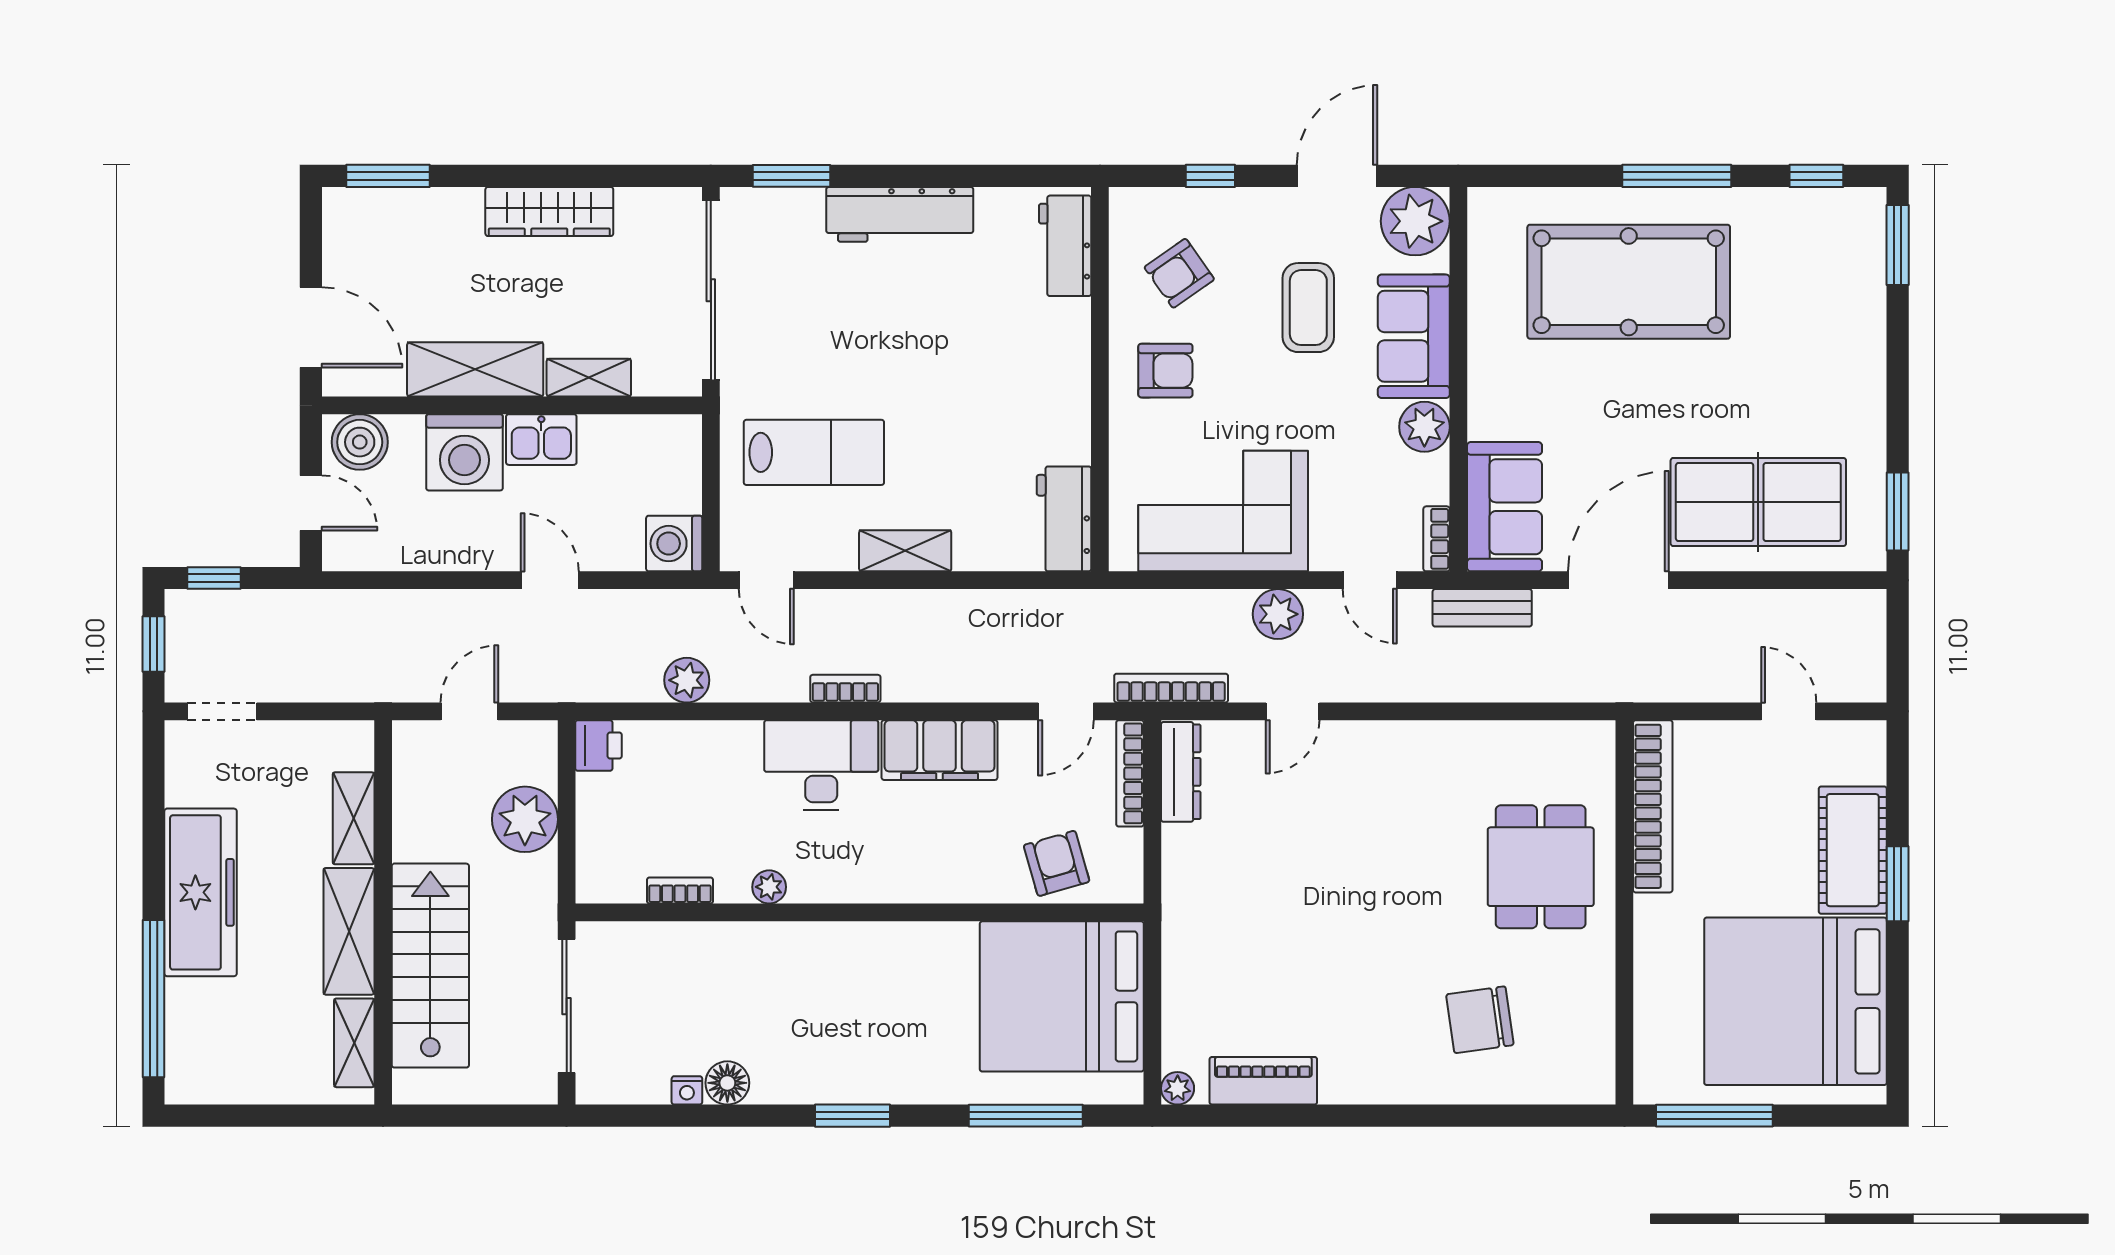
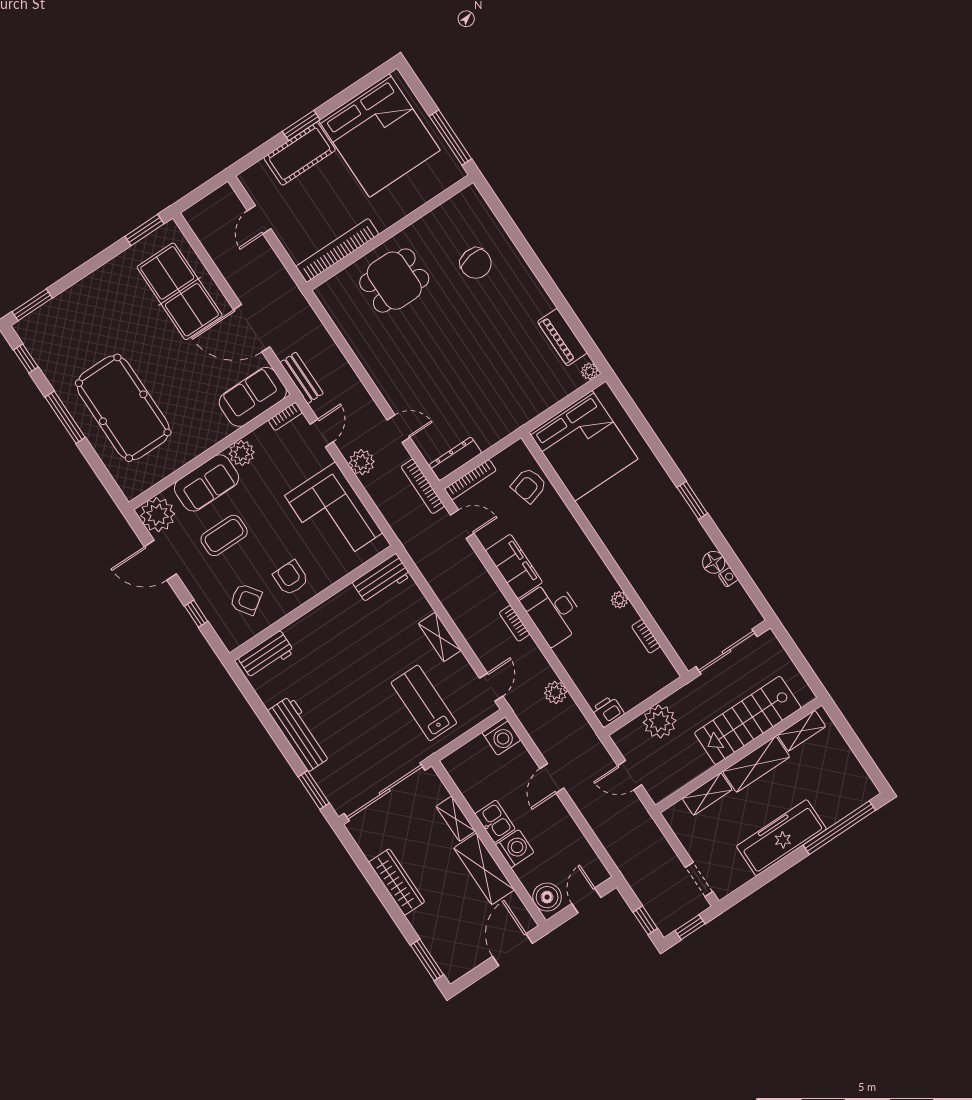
washing machine: (464, 452) -> (515, 849), width x0.73, depth x0.73
window: (1026, 1116) -> (644, 427), removed

